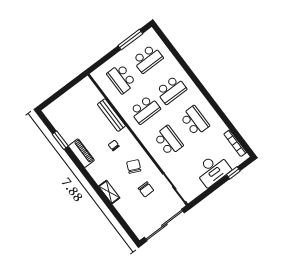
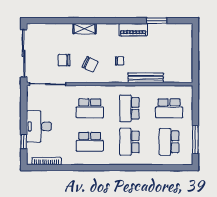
school desk: (121, 79) -> (169, 108), turned 180

